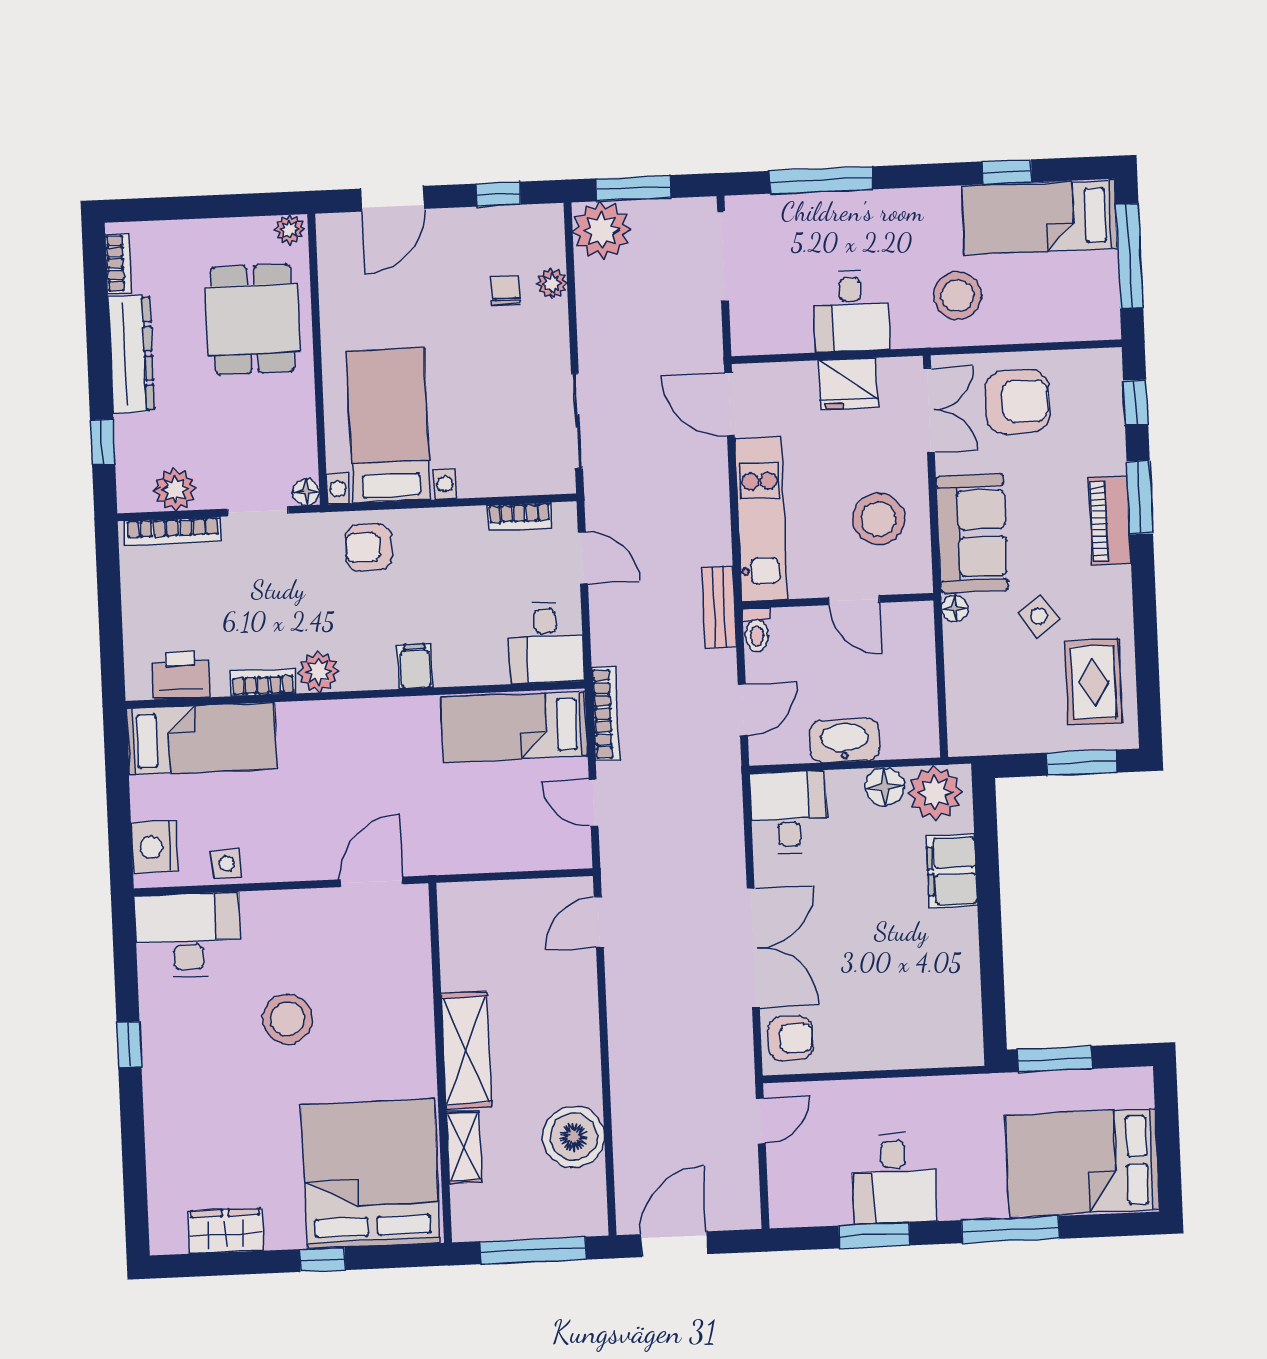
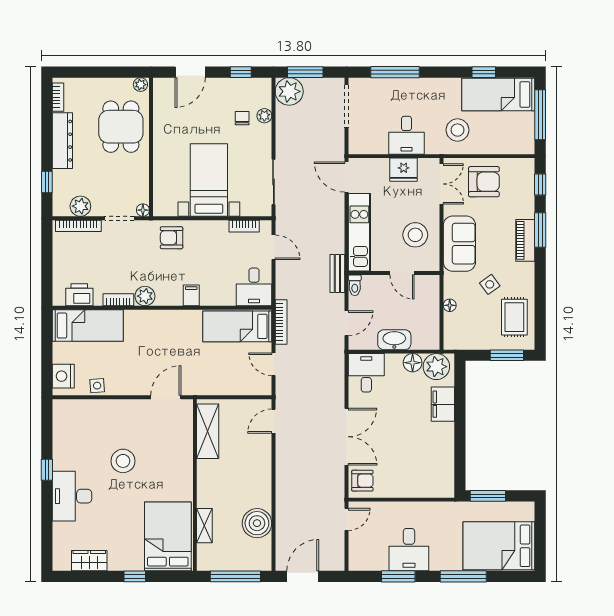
bed with nightstands: (389, 425) -> (209, 180), moved
floor lamp: (955, 609) -> (450, 305), moved
desk: (188, 935) -> (72, 496), moved, turned -90
shelving: (466, 1050) -> (208, 431), moved
bed: (370, 1174) -> (168, 536), width x0.73

